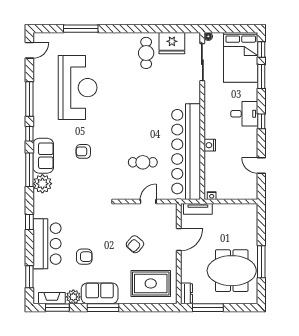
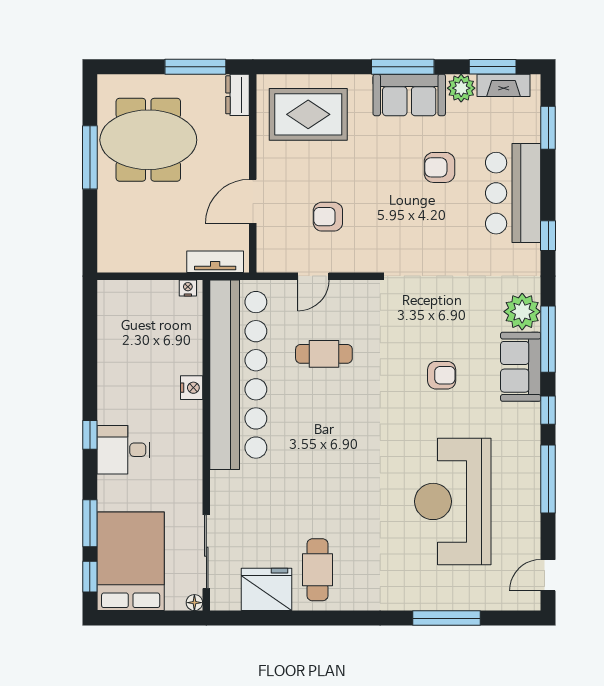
door: (261, 166) -> (90, 347), removed
armchair: (135, 244) -> (328, 217), moved, turned -131

